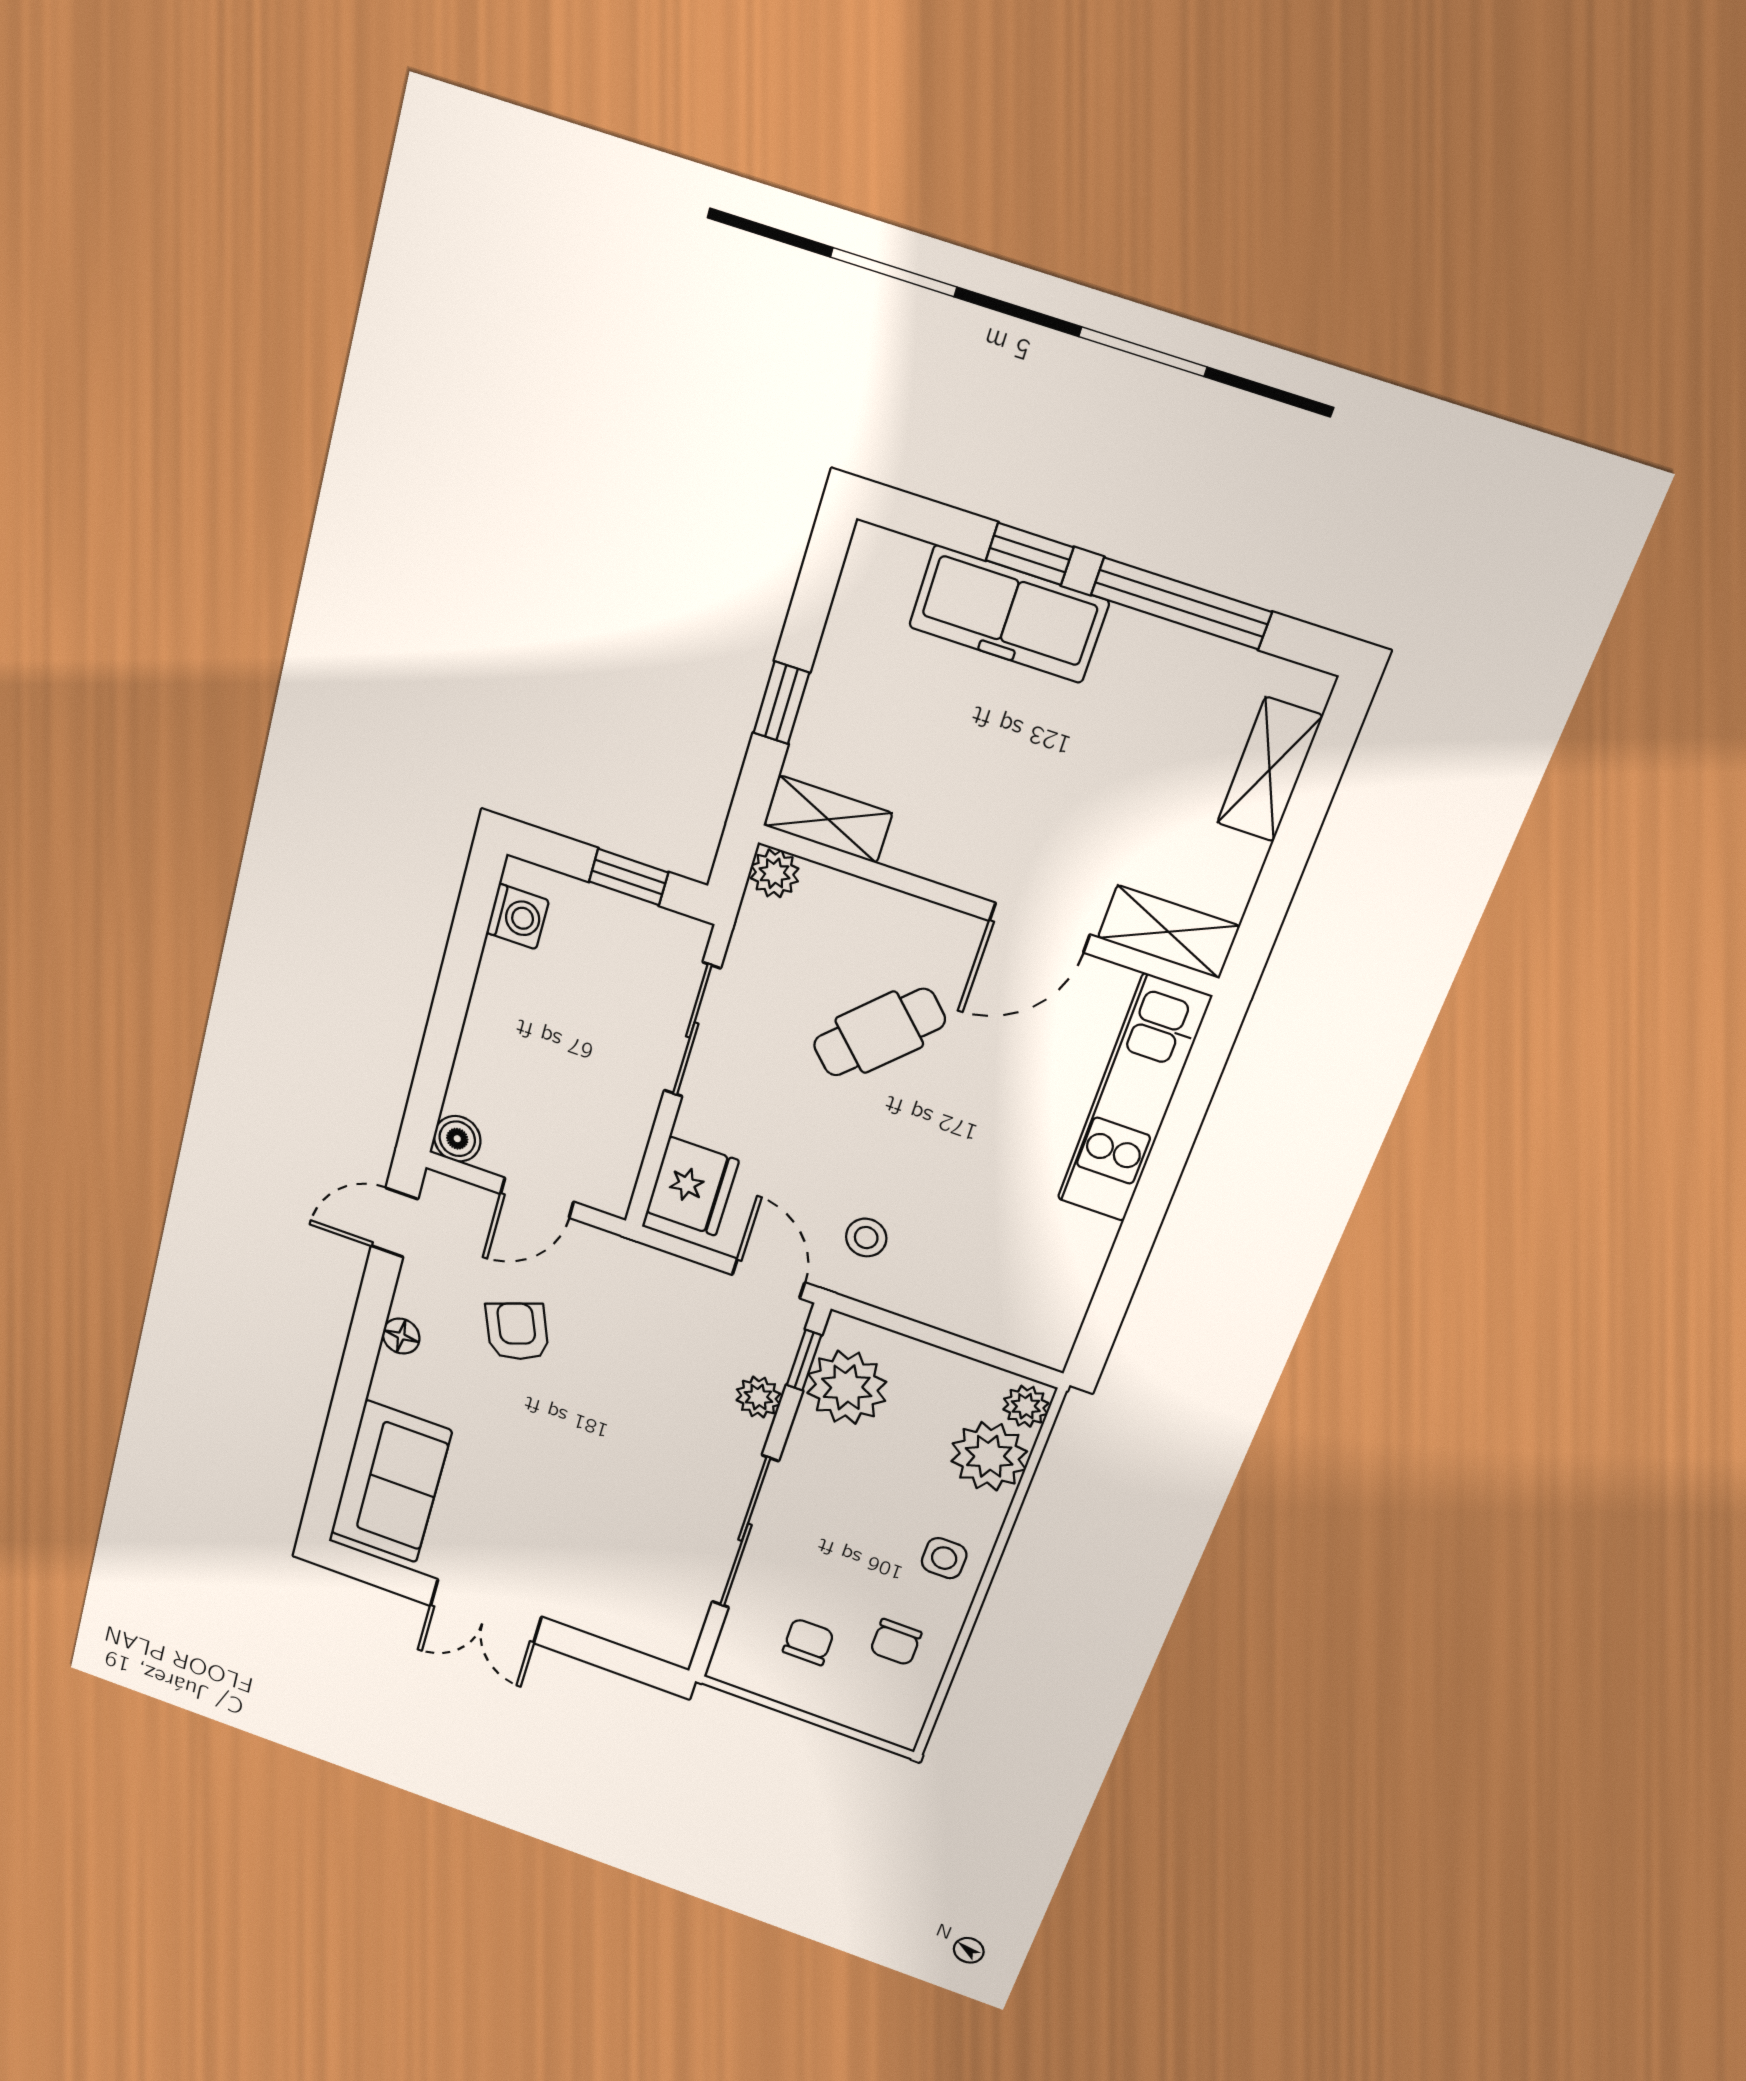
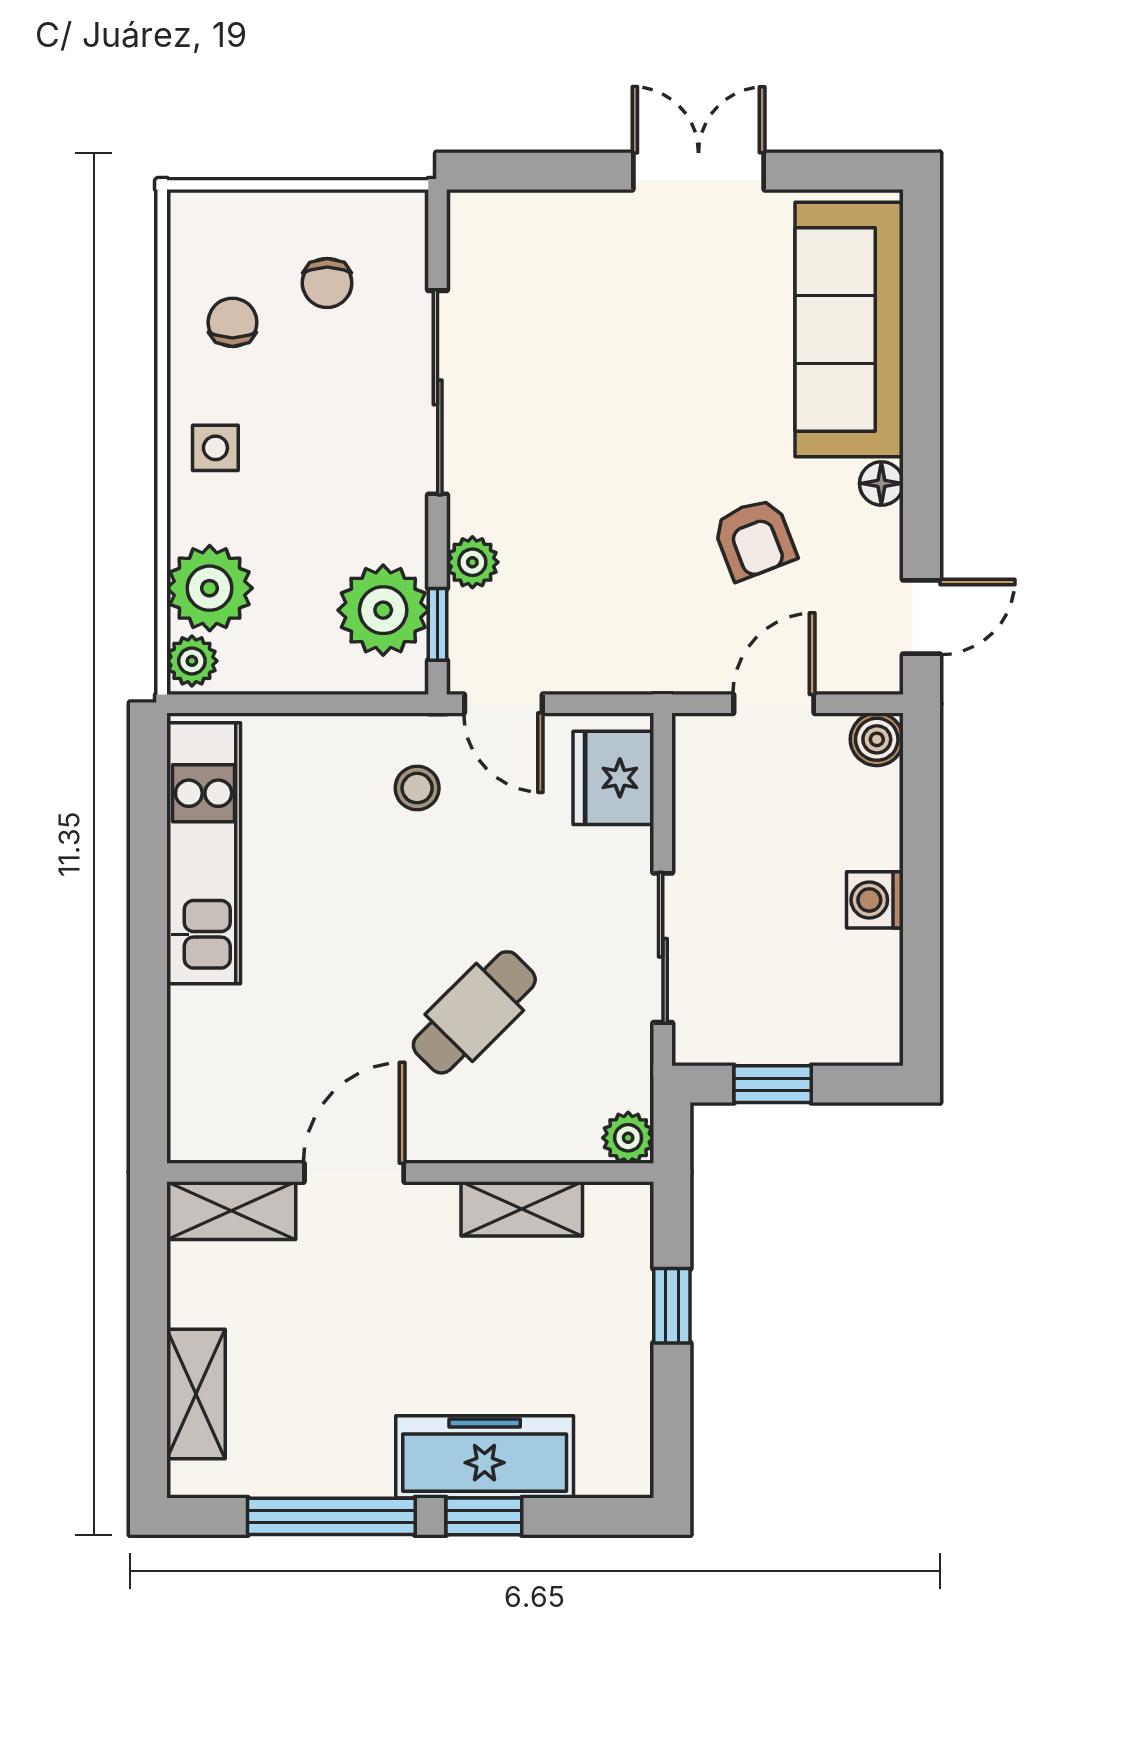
shelving: (828, 819) -> (522, 1209), moved
washing machine: (518, 917) -> (875, 900), moved
kitchen unit: (1133, 1099) -> (204, 853), moved
sofa: (391, 1482) -> (849, 330), width x1.36

